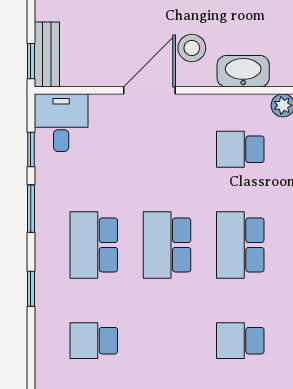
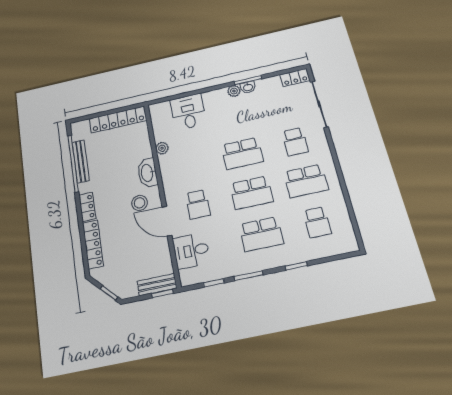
desk: (61, 123) -> (191, 251), moved
school desk: (240, 149) -> (198, 204), moved
school desk: (167, 341) -> (306, 181), added

